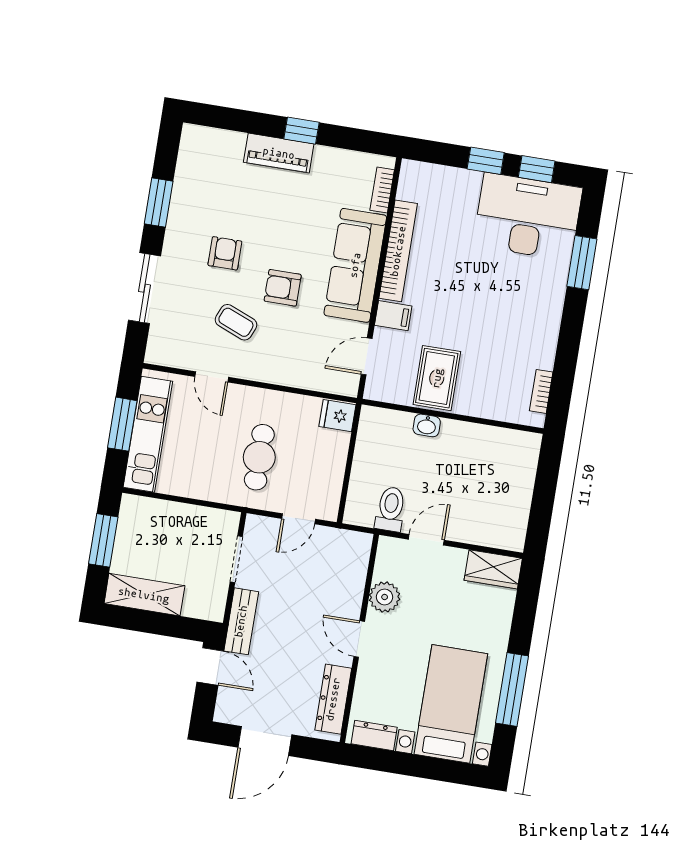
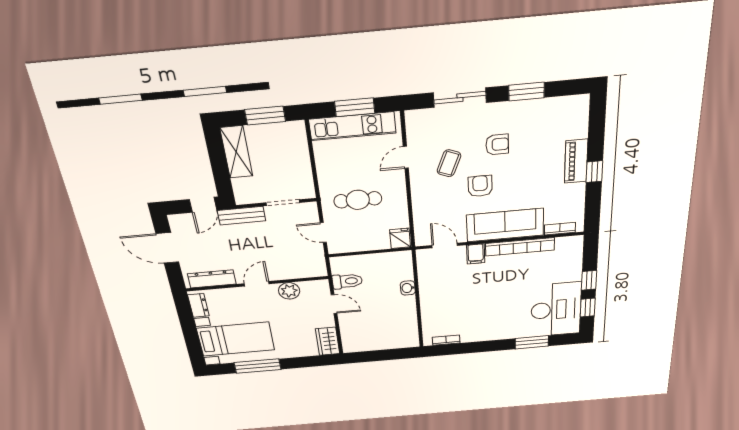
rug: (437, 378) -> (440, 286), removed

